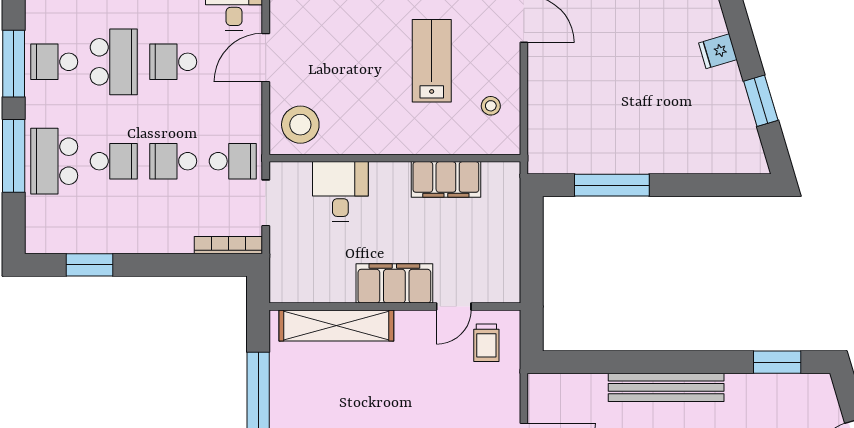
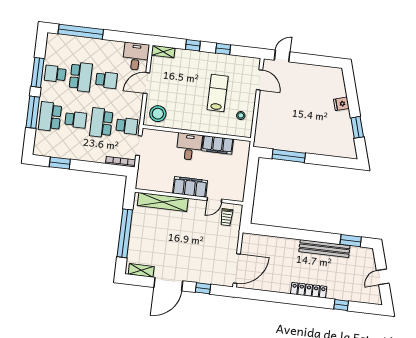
school desk: (173, 62) -> (106, 80), turned 180
school desk: (173, 161) -> (101, 123), width x1.85
desk: (340, 191) -> (189, 147), moved
bench: (666, 387) -> (324, 249), moved

